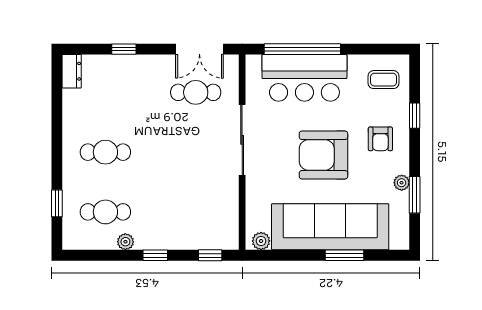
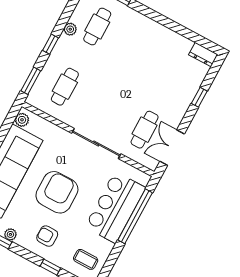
coffee table: (384, 80) -> (86, 259), turned 90
cafe table: (105, 152) -> (65, 87), moved
window: (210, 255) -> (31, 81), width x1.50

